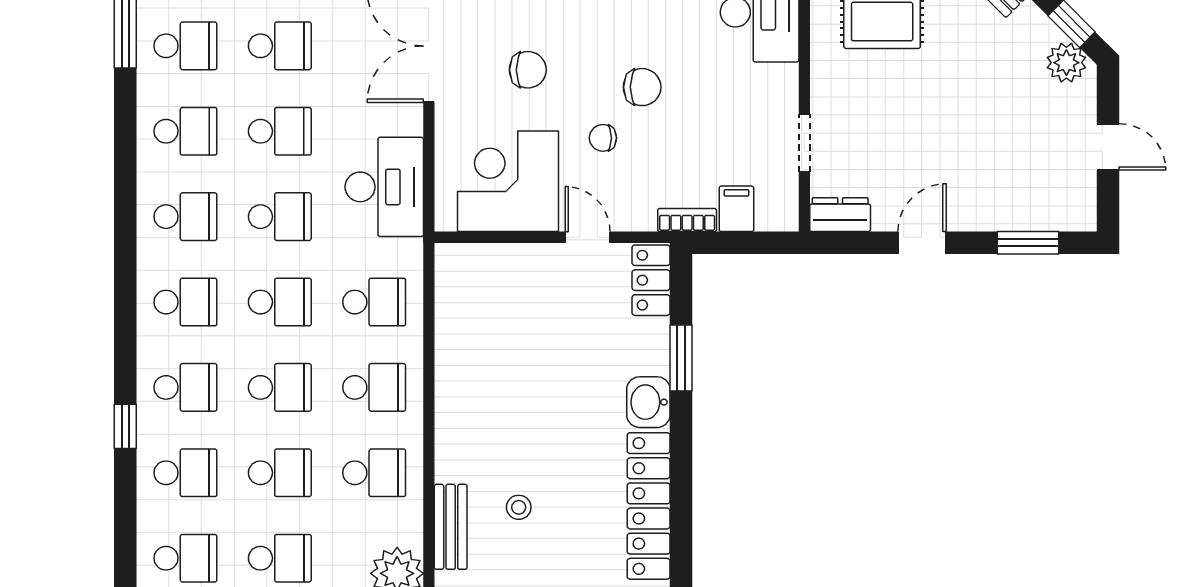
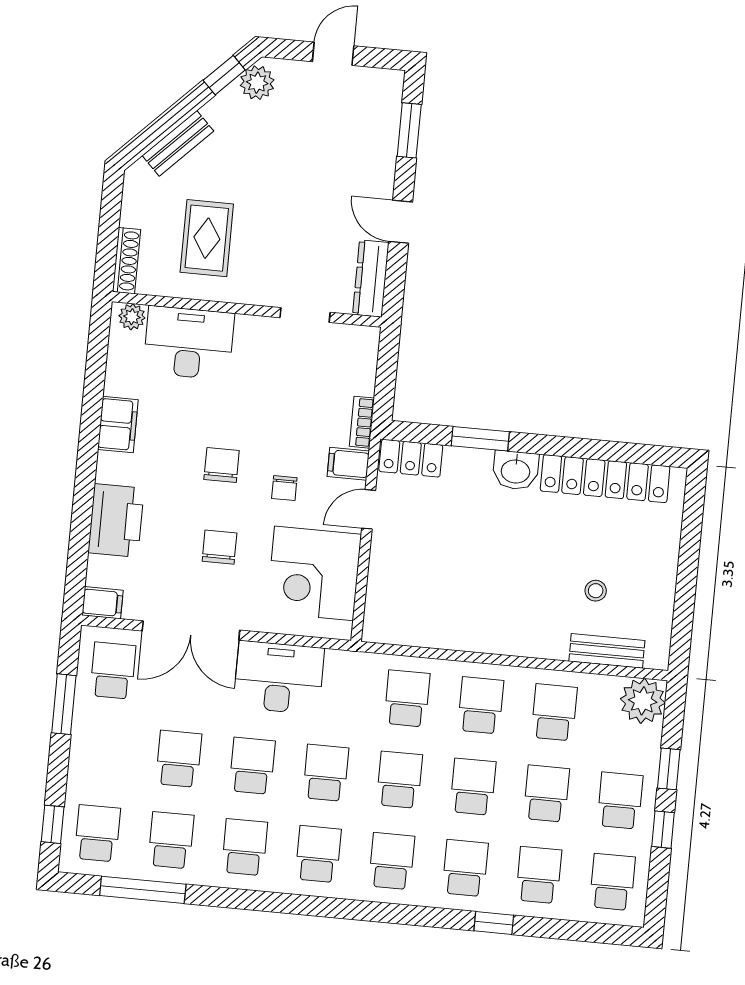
chair: (642, 87) -> (222, 465), moved
desk: (384, 187) -> (279, 678), moved
filing cabinet: (736, 209) -> (348, 464), moved
dresser: (840, 215) -> (371, 279), width x1.44

